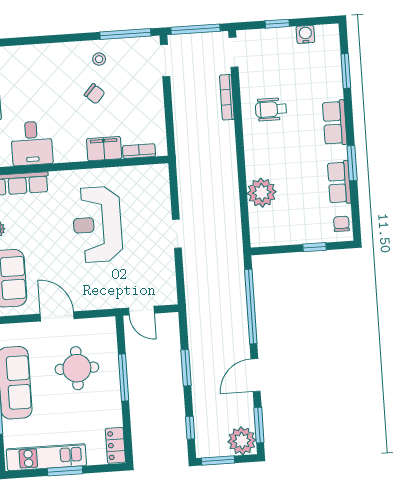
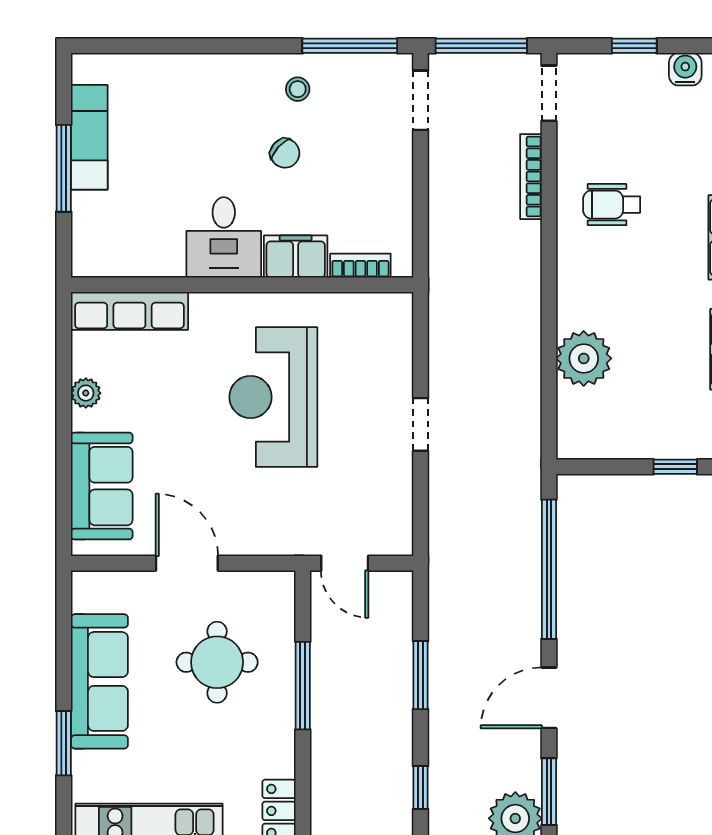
desk: (32, 143) -> (224, 237), moved

